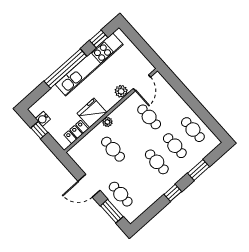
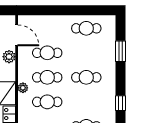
cafe table: (175, 146) -> (47, 77), moved
window: (173, 193) -> (121, 103), moved

